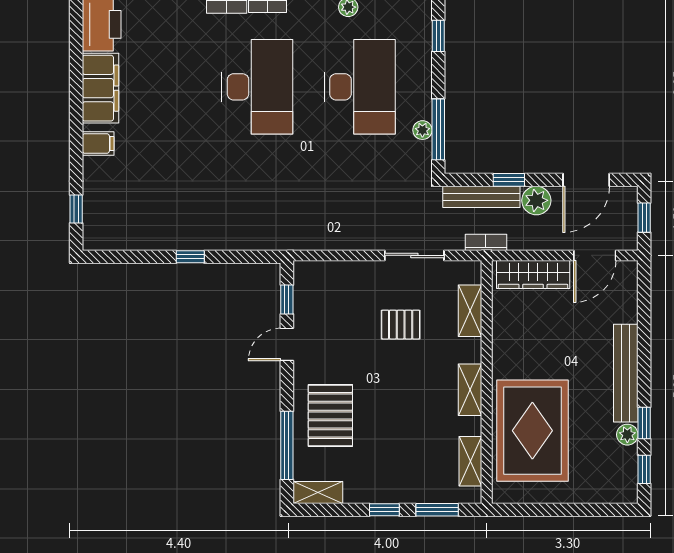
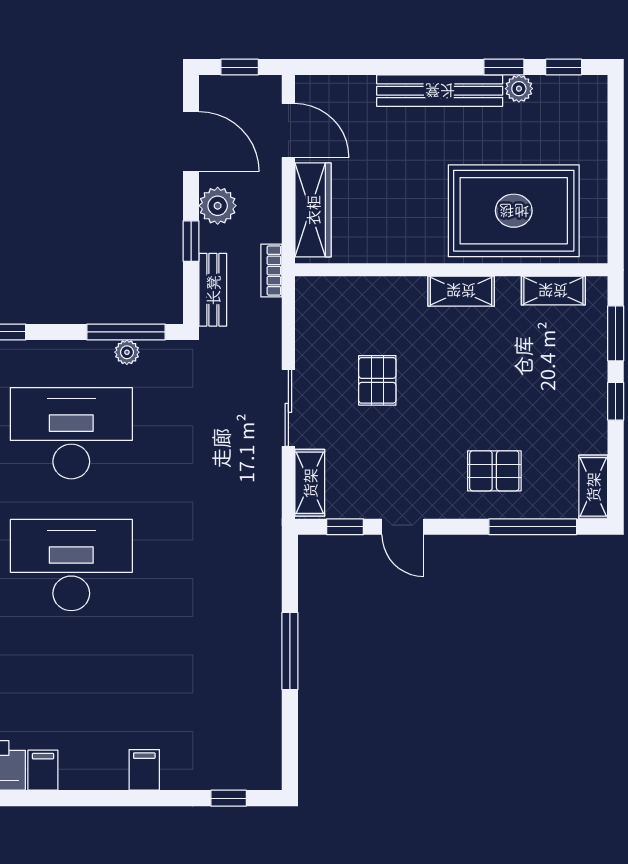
filing cabinet: (100, 88) -> (43, 770), width x0.33, depth x0.86
bench: (481, 197) -> (213, 290), width x0.73
sliding door: (414, 255) -> (288, 408), moved
window: (190, 257) -> (290, 651), width x2.17
shelving: (470, 311) -> (310, 483), moved, turned 90
pallet: (330, 416) -> (494, 471), width x0.67, depth x0.71

